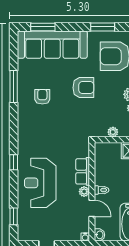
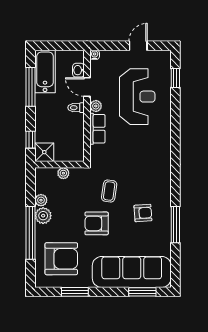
armchair: (42, 97) -> (143, 213), turned -94
coffee table: (72, 116) -> (109, 191), added
window: (14, 162) -> (175, 139), removed
reception desk: (40, 183) -> (137, 97), moved
washbasin: (99, 235) -> (78, 70), moved

